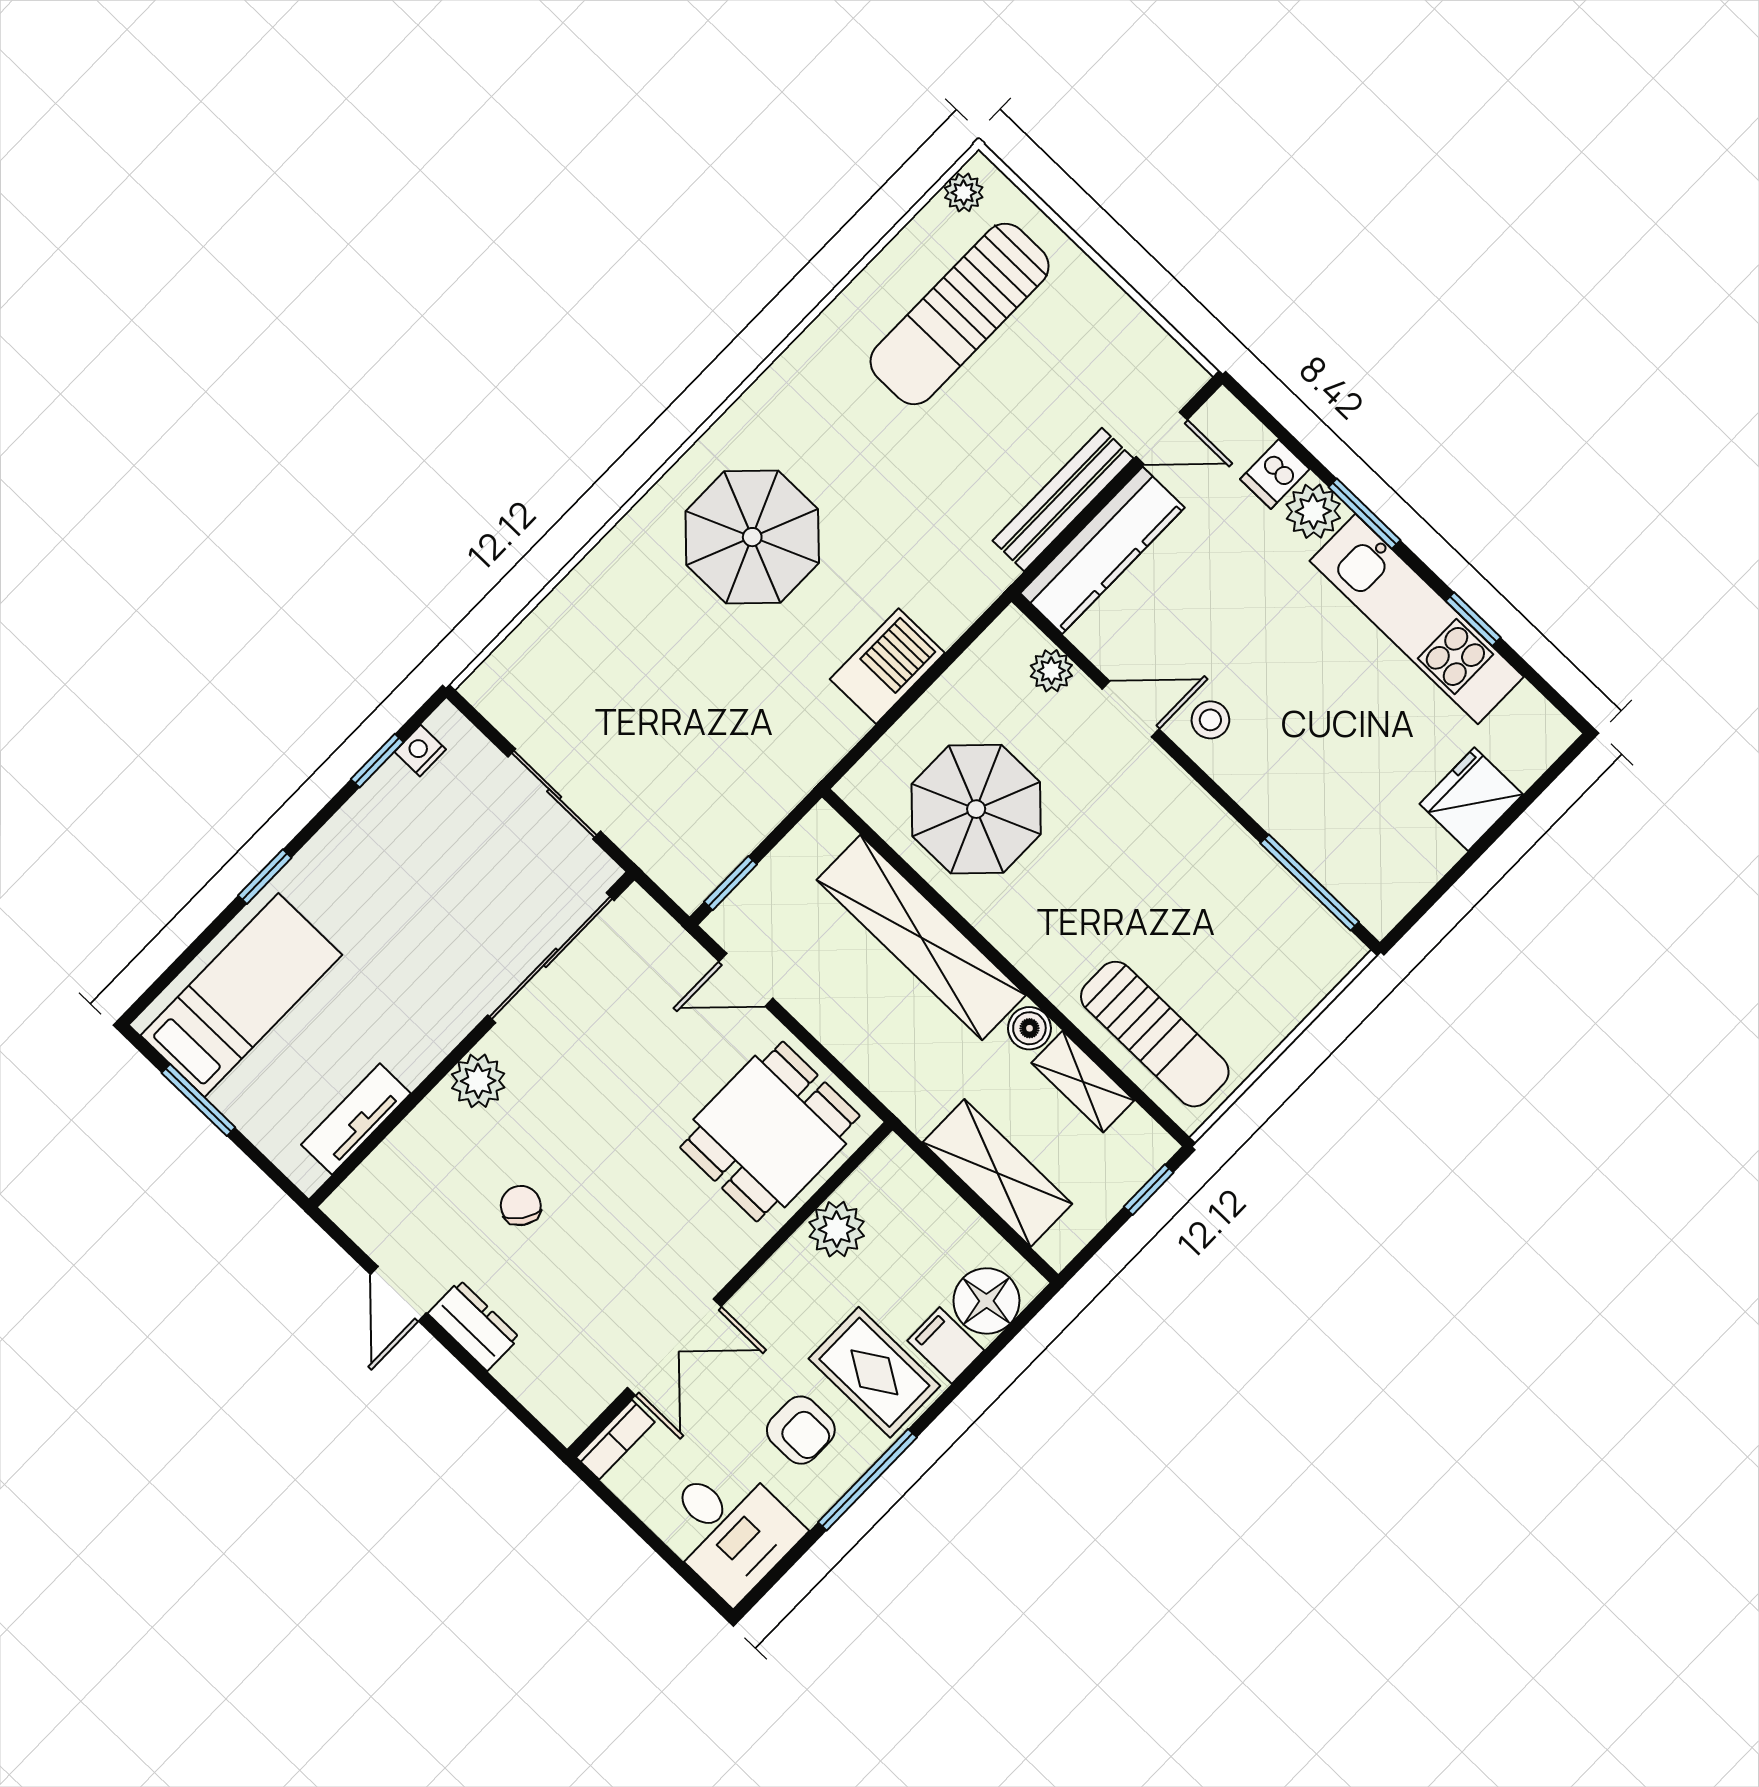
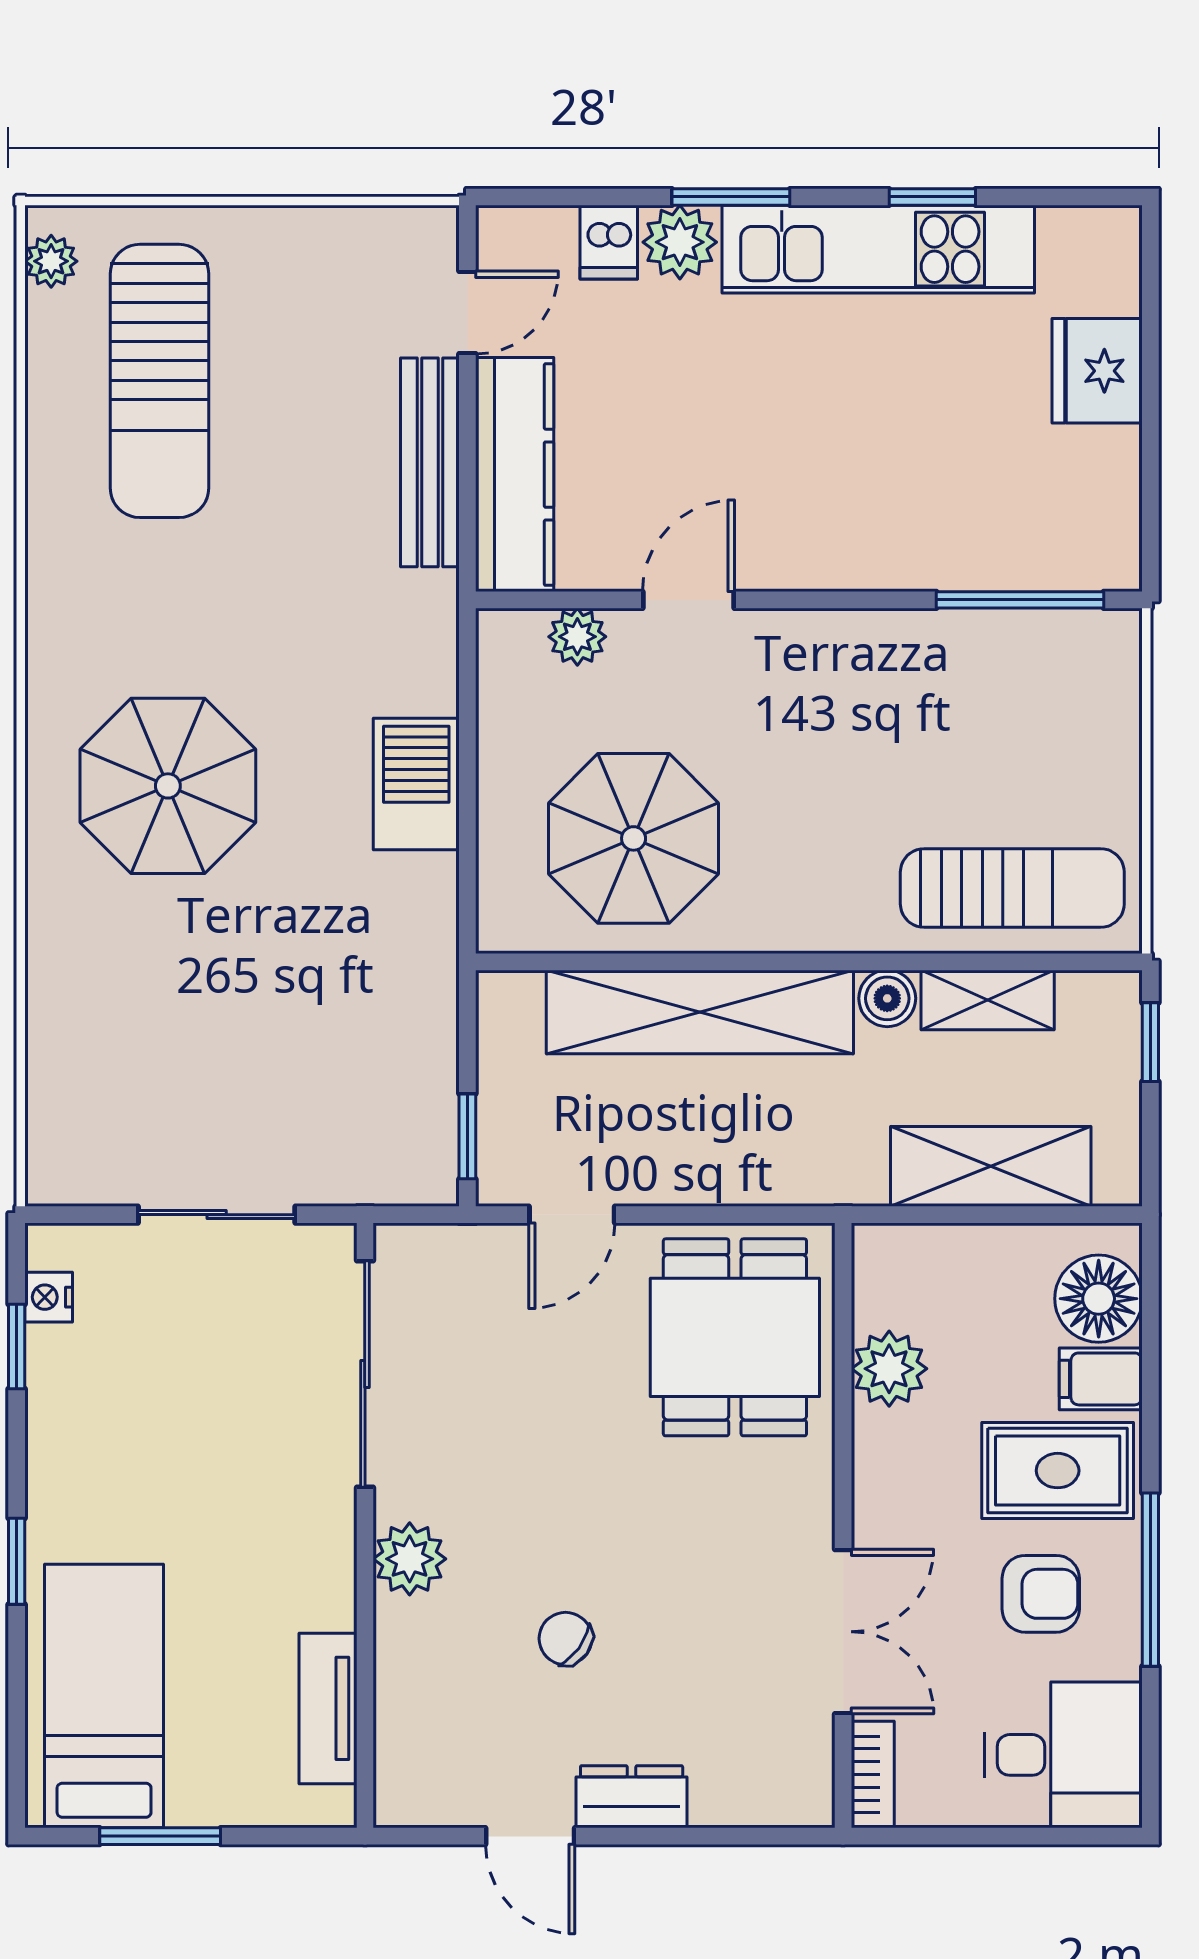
stool: (1210, 720) -> (775, 536), removed

